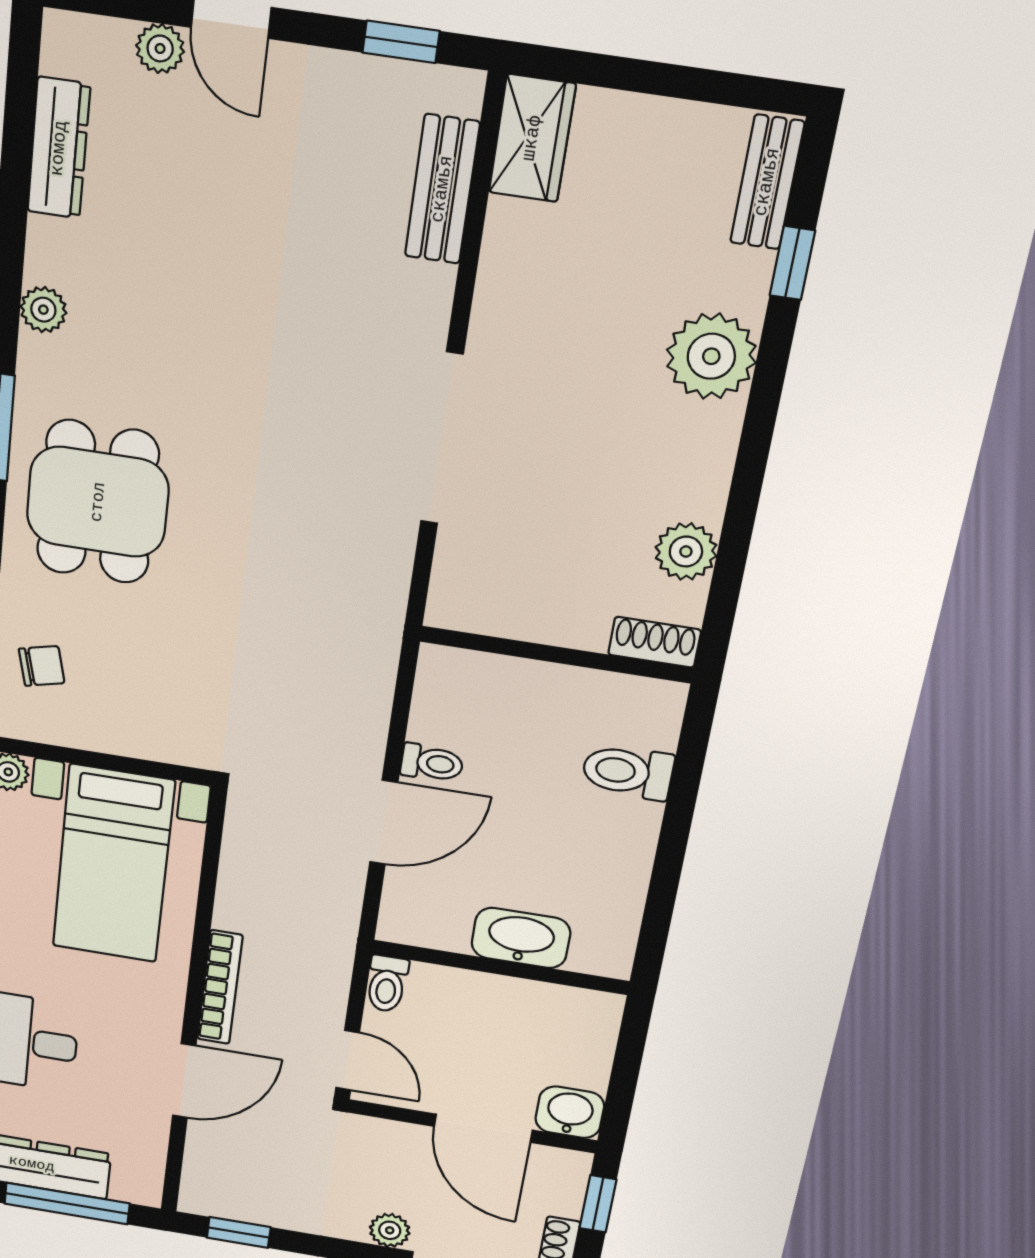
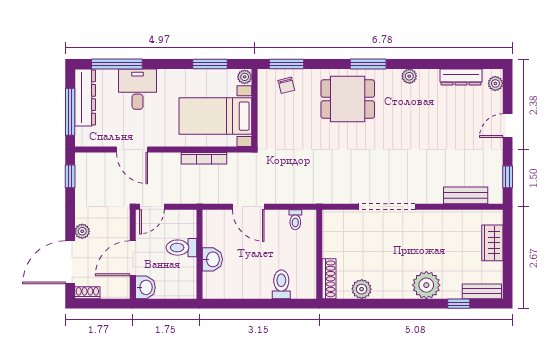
plant: (160, 49) -> (495, 83), moved
wardrobe: (532, 138) -> (492, 243), moved, turned 90
shoe rack: (655, 642) -> (329, 279), width x1.43
toilet: (432, 763) -> (295, 220), moved
washbasin: (521, 938) -> (212, 259), width x0.72
toilet: (387, 984) -> (181, 248), moved, width x1.37, depth x1.39
bookcase: (220, 987) -> (204, 158), moved
window: (598, 1204) -> (109, 304), removed

